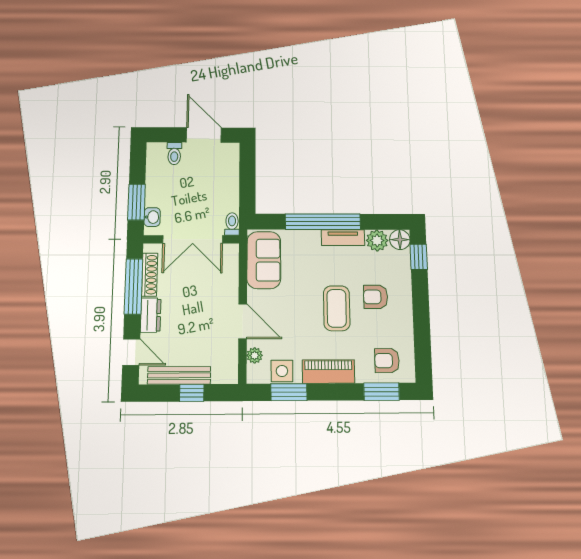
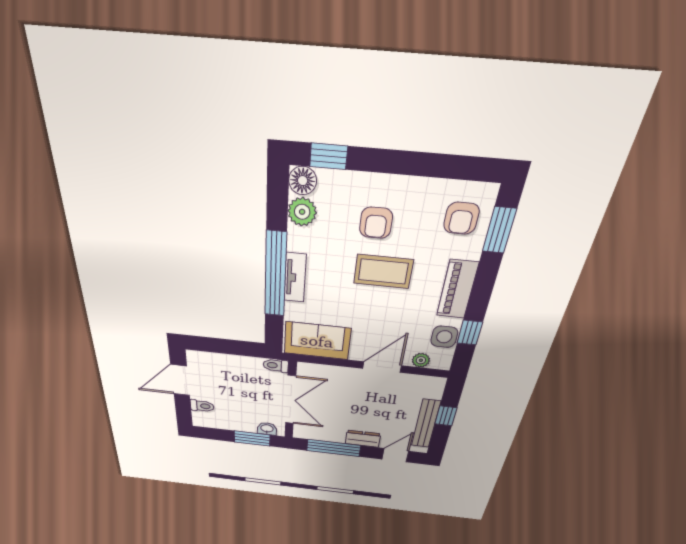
tv unit: (343, 238) -> (295, 278), moved
shoe rack: (150, 275) -> (323, 436), removed
window: (289, 392) -> (470, 333), width x0.67

